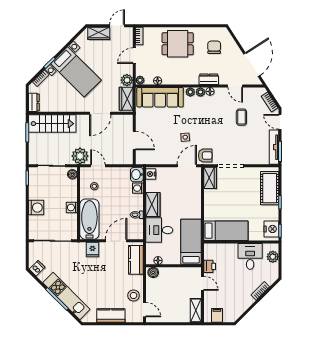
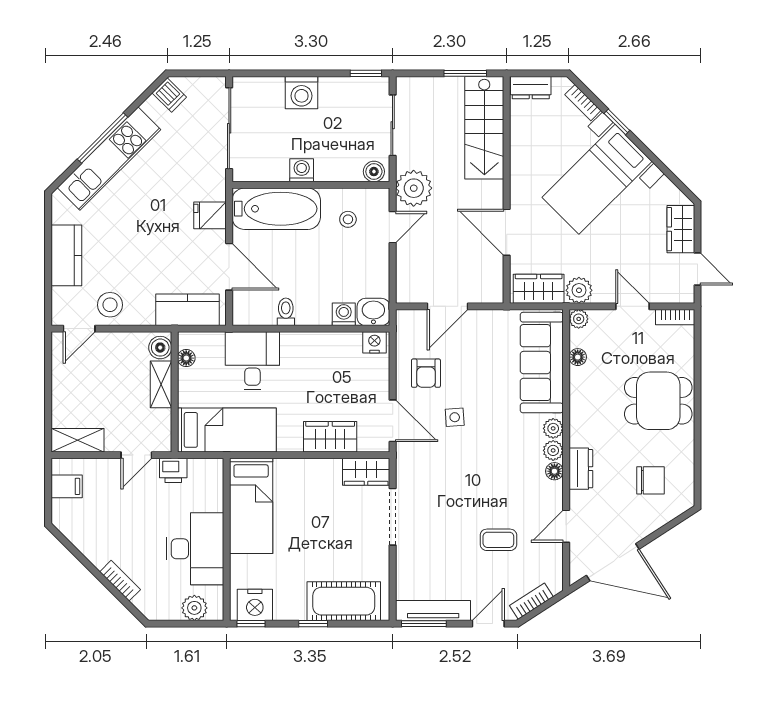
dining table: (178, 44) -> (658, 401), turned 90
armchair: (205, 156) -> (426, 373), moved
wardrobe: (153, 205) -> (330, 437), moved, turned 180
desk: (250, 256) -> (195, 549), width x1.37
shelving: (170, 272) -> (161, 384), added

